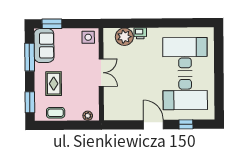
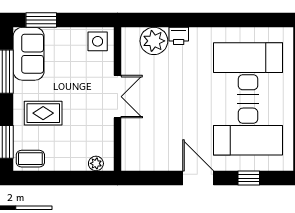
rug: (54, 84) -> (43, 113), turned 90
coffee table: (56, 113) -> (30, 159), moved

